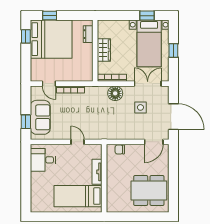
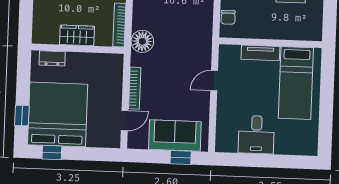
floor lamp: (115, 93) -> (142, 41), moved
desk: (43, 160) -> (256, 135), moved

